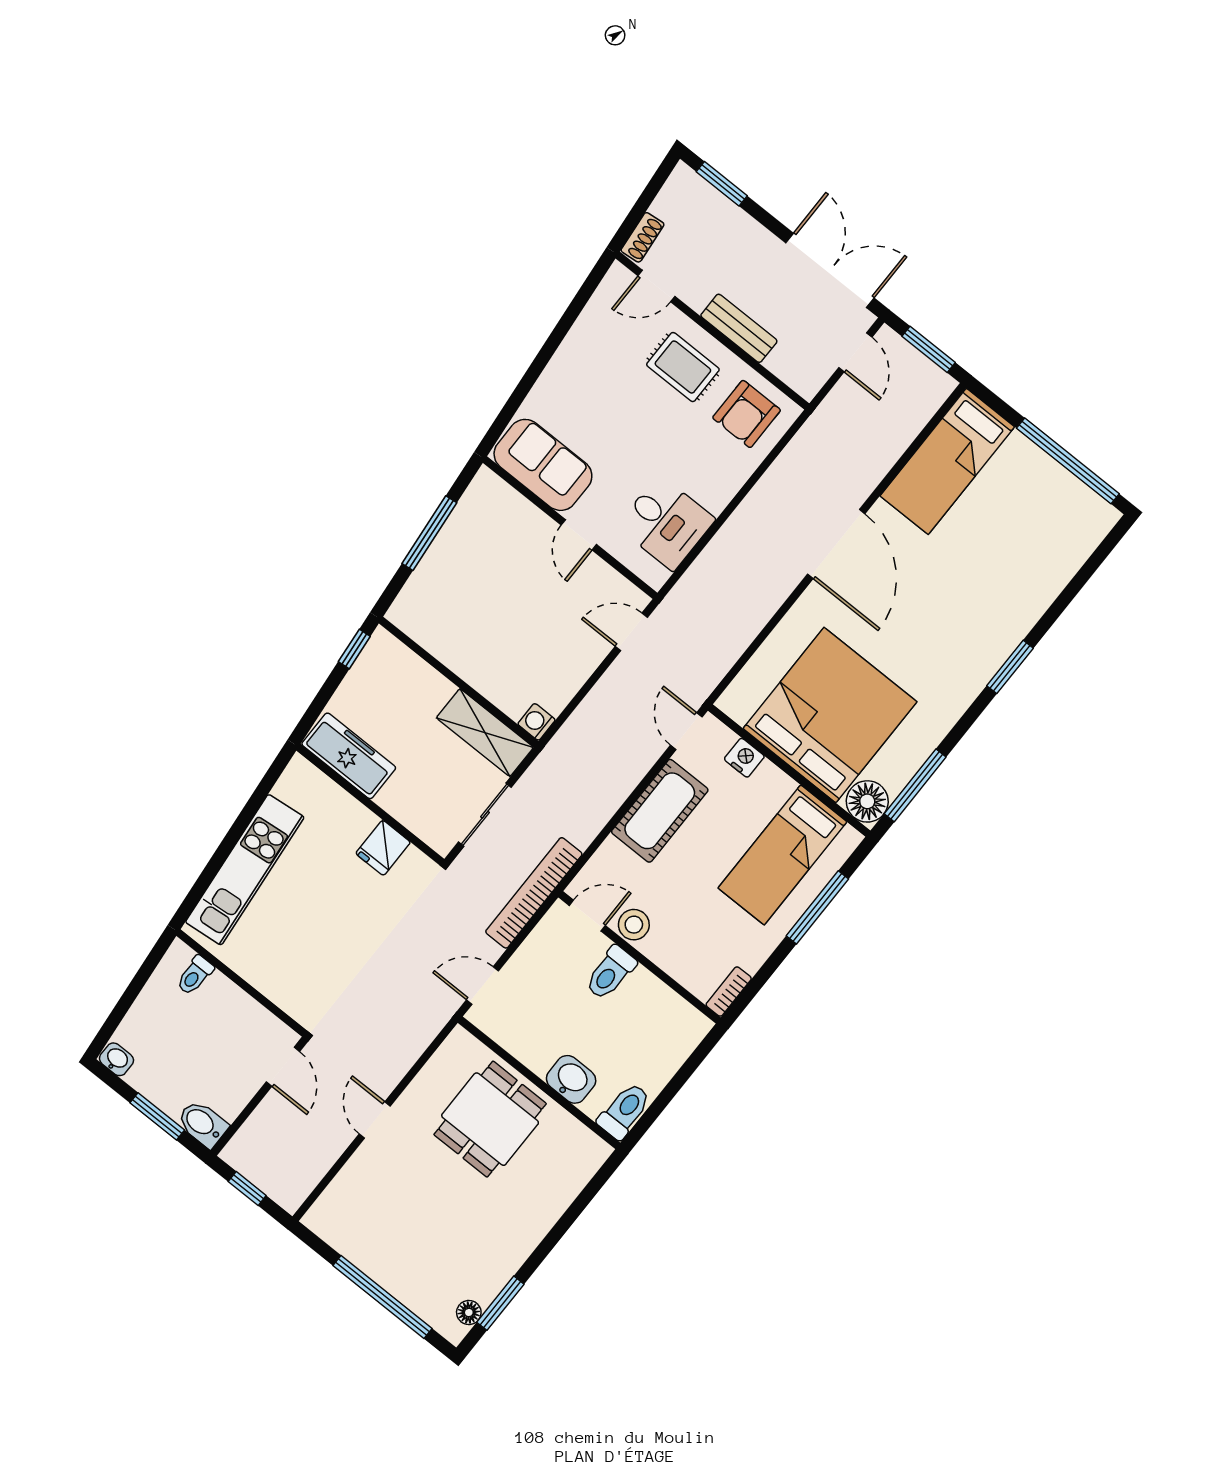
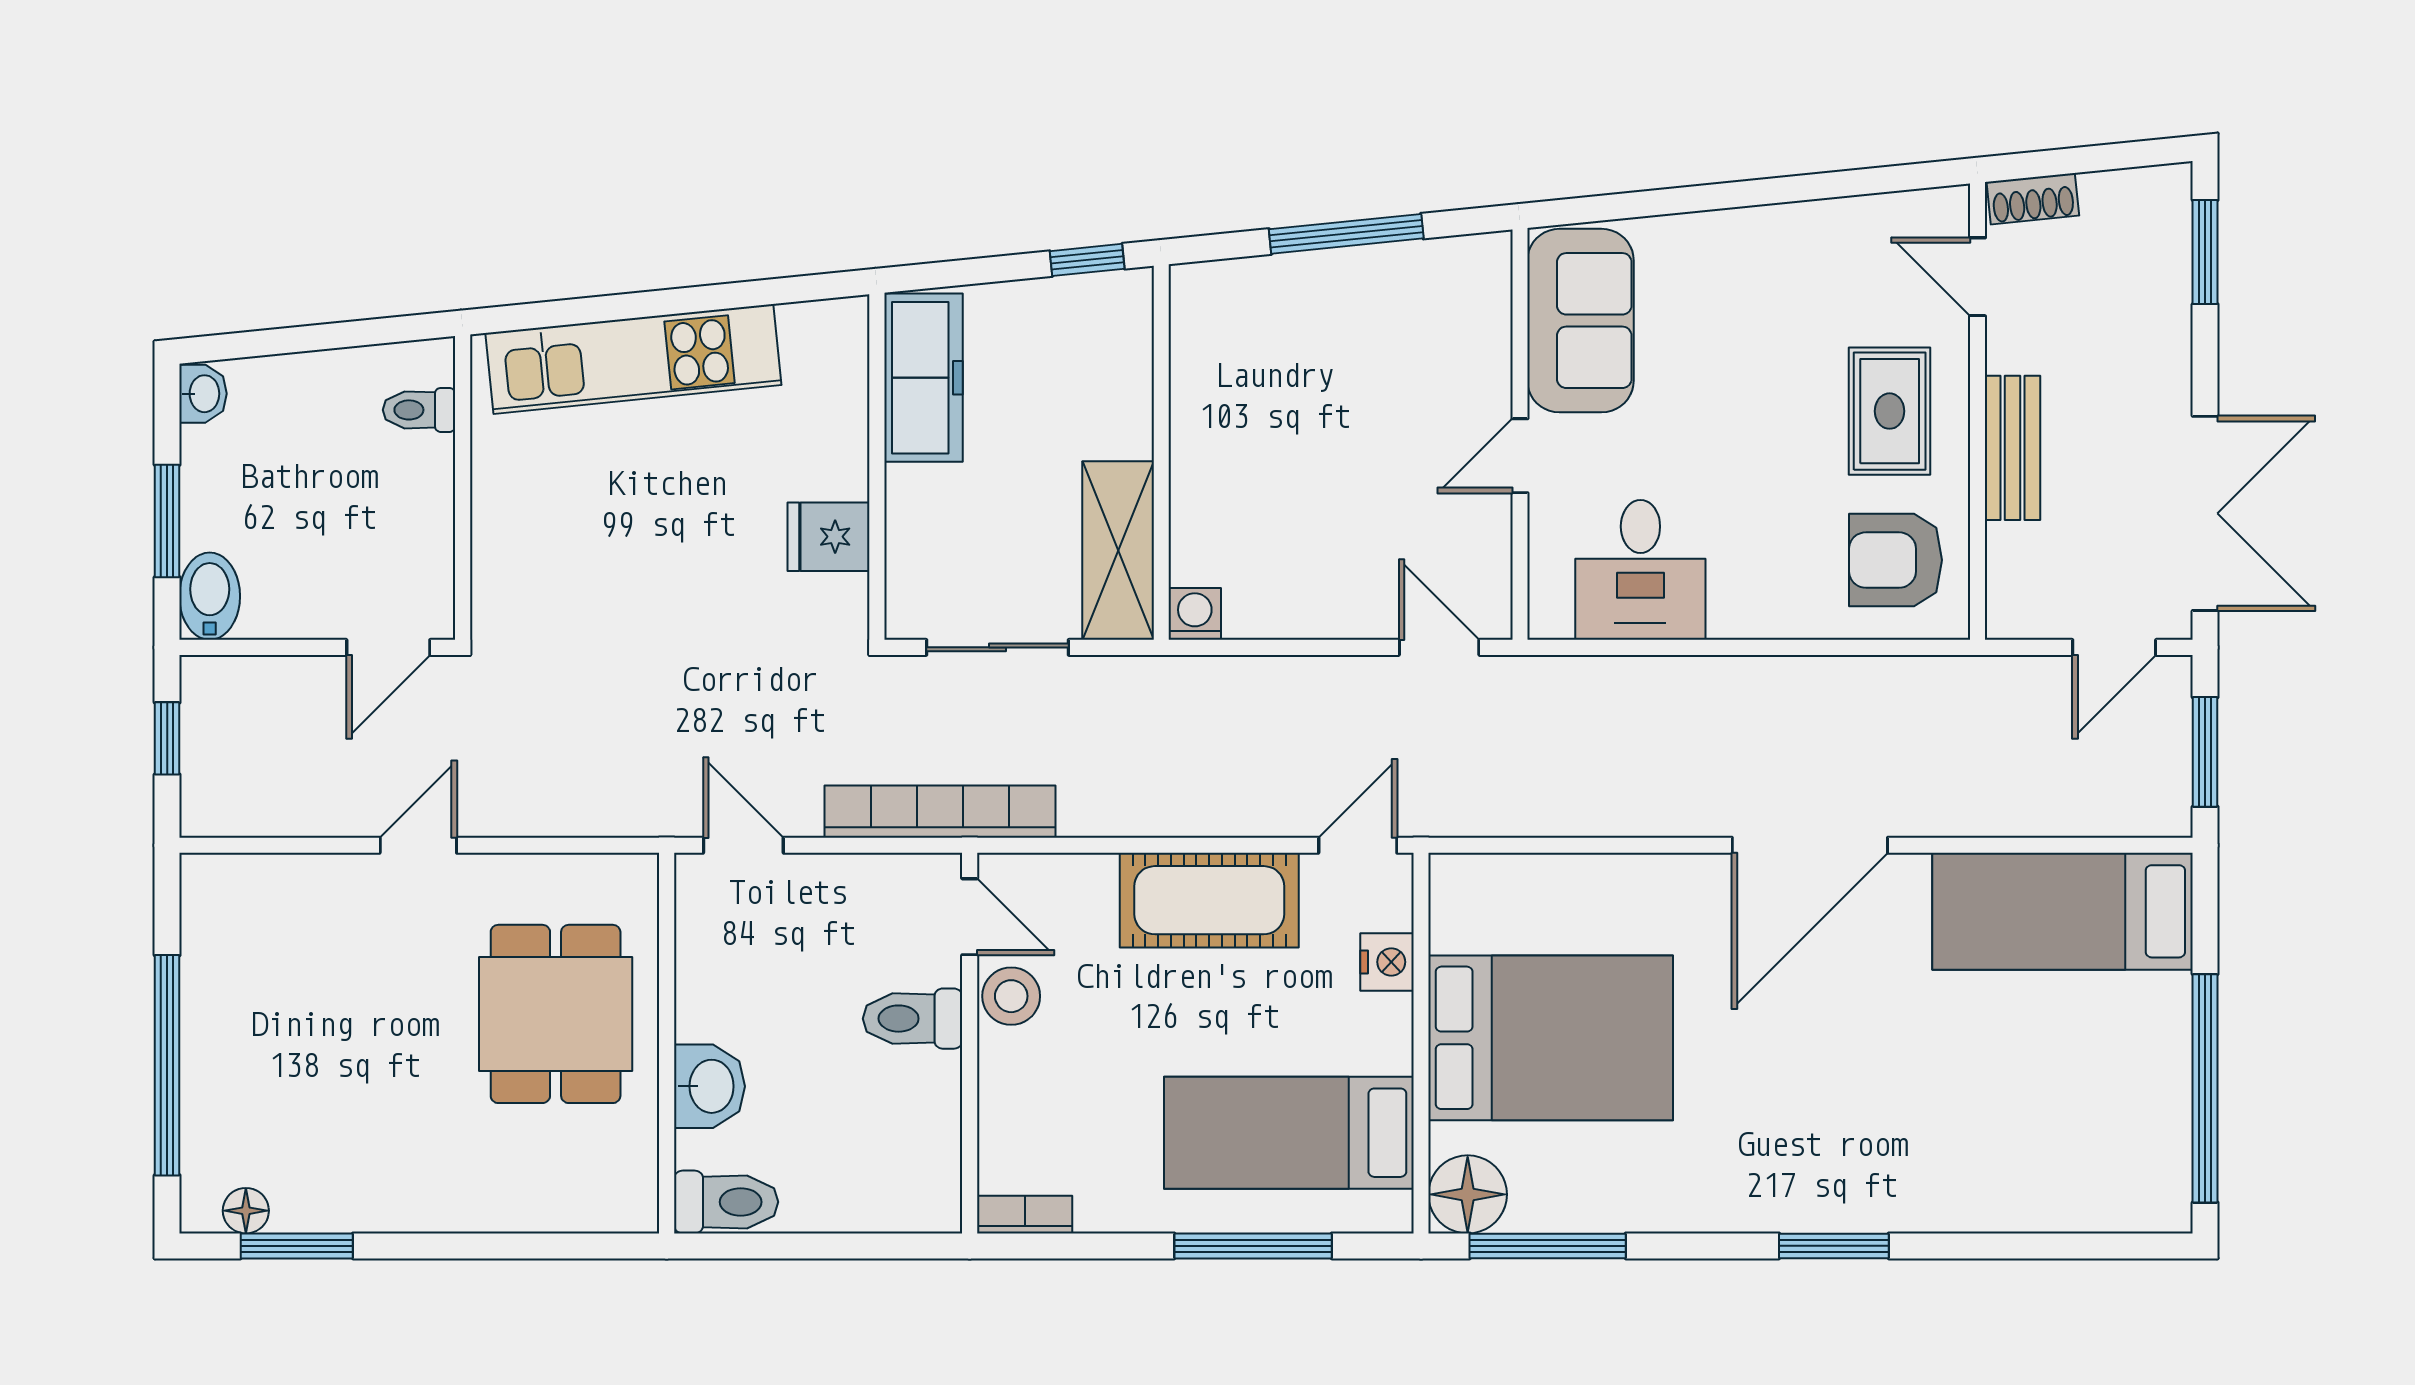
bed: (830, 715) -> (1551, 1038), width x0.73
dining table: (490, 1119) -> (556, 1014), turned 90

